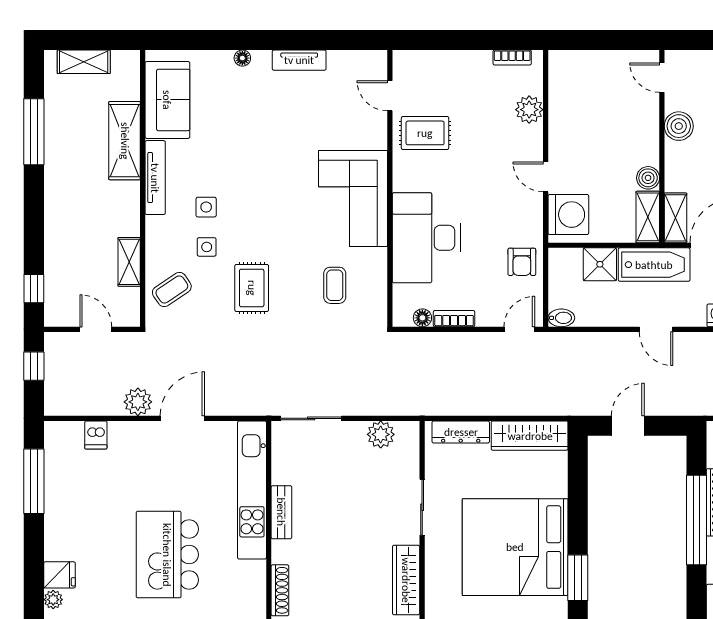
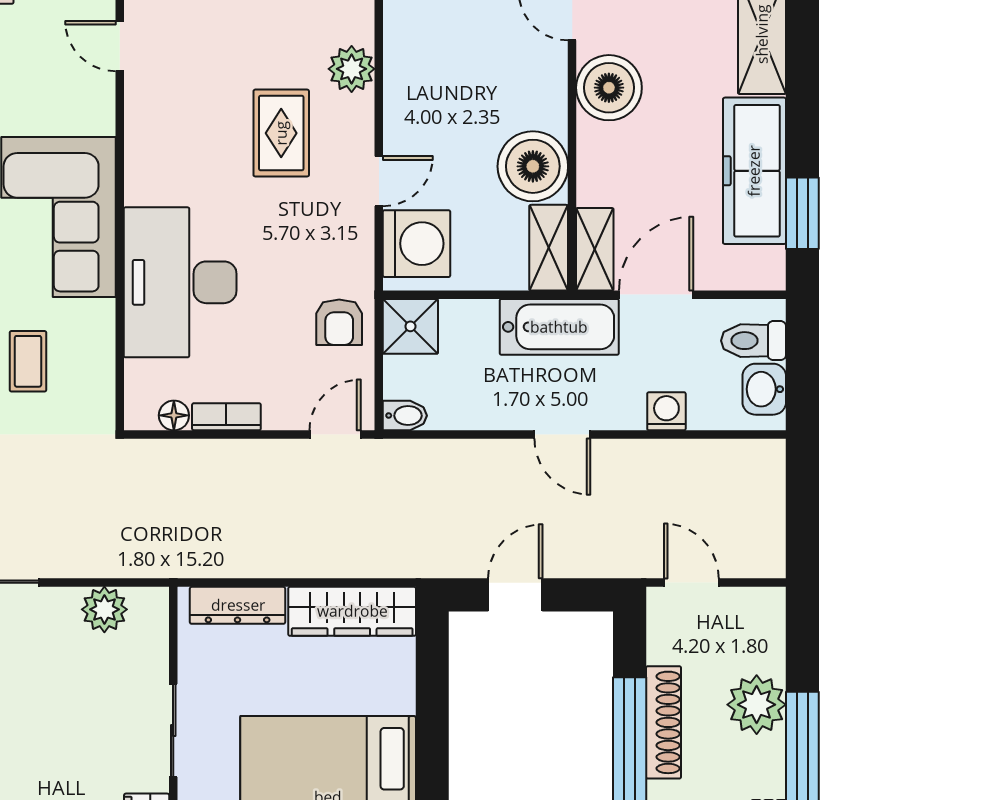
boiler: (679, 126) -> (609, 88), width x1.37, depth x1.37
rug: (425, 133) -> (281, 133), moved, turned 90
door: (546, 177) -> (379, 181), swing flipped
boiler: (648, 178) -> (533, 166), width x1.86, depth x1.86
shower: (600, 264) -> (410, 326), moved

